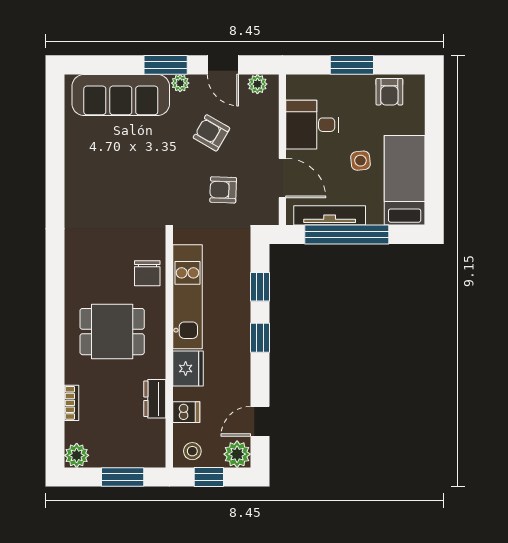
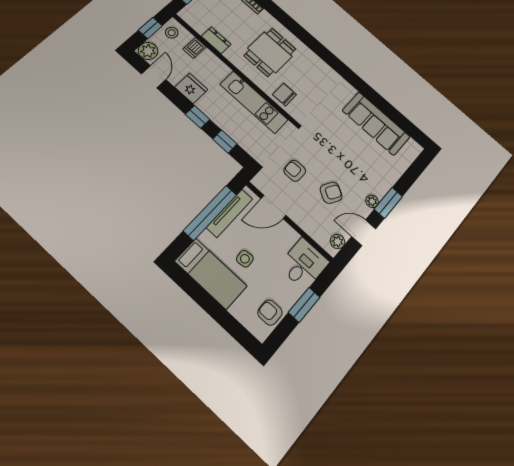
sofa: (121, 95) -> (376, 124), moved, turned -90
desk: (312, 125) -> (304, 264), moved
armchair: (223, 190) -> (295, 171), turned -92
fridge: (188, 369) -> (191, 88), moved, turned 180

